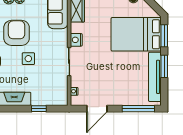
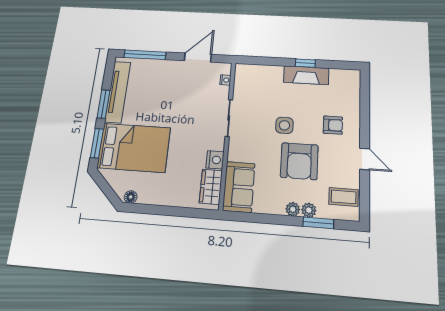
nightstand: (76, 40) -> (215, 160), moved
window: (39, 109) -> (305, 63), moved

